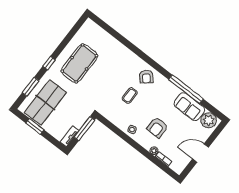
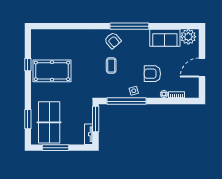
window: (49, 63) -> (28, 65), moved
pool table: (79, 63) -> (52, 71), turned 90
window: (186, 89) -> (129, 26), moved
window: (35, 126) -> (55, 148), width x1.44
armchair: (157, 127) -> (152, 74), turned 90
window: (120, 133) -> (126, 101), added

